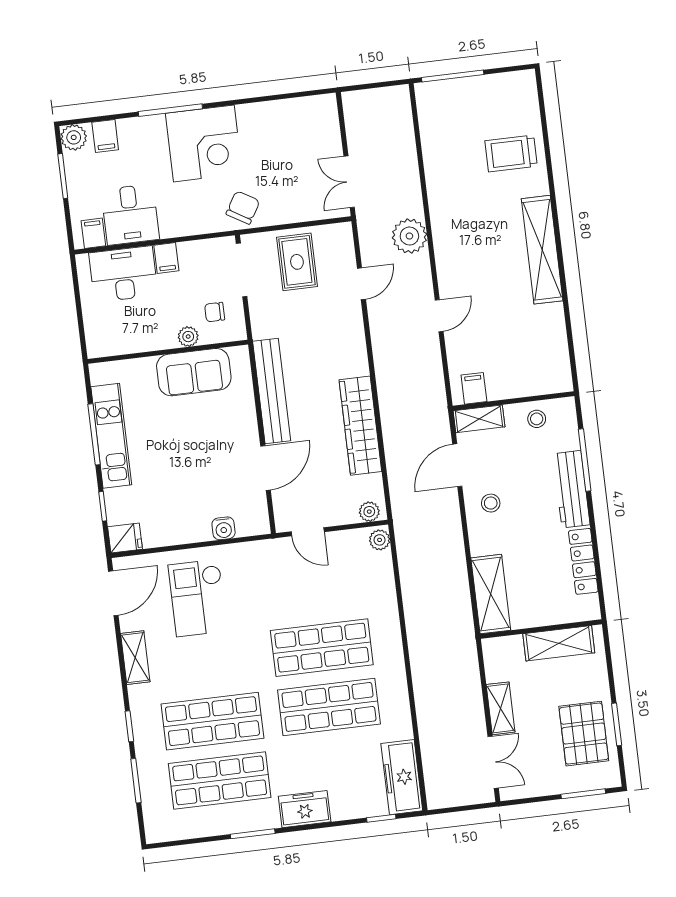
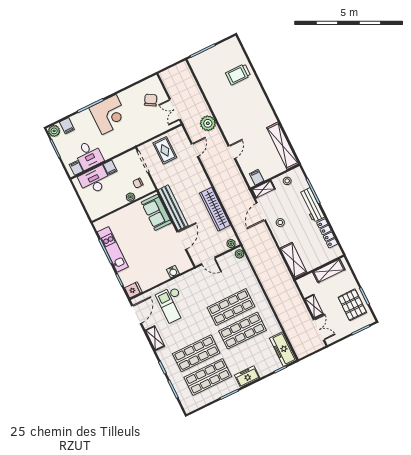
chair: (243, 208) -> (151, 100), moved
shelving: (542, 250) -> (283, 146), moved
sofa: (194, 372) -> (156, 212), moved, turned 90

